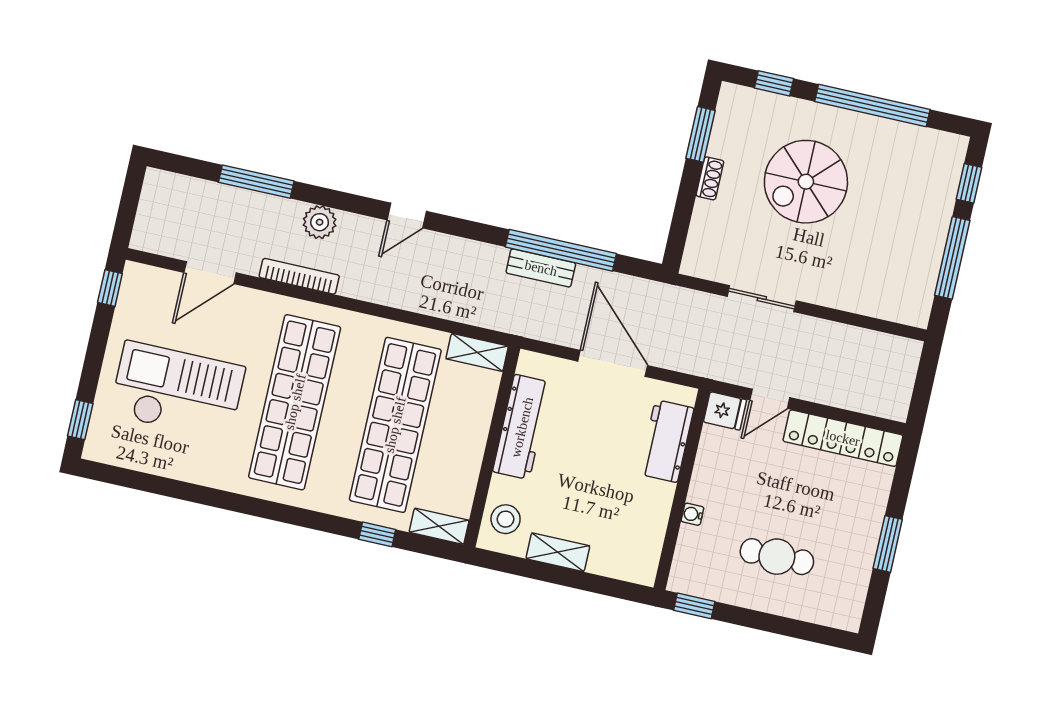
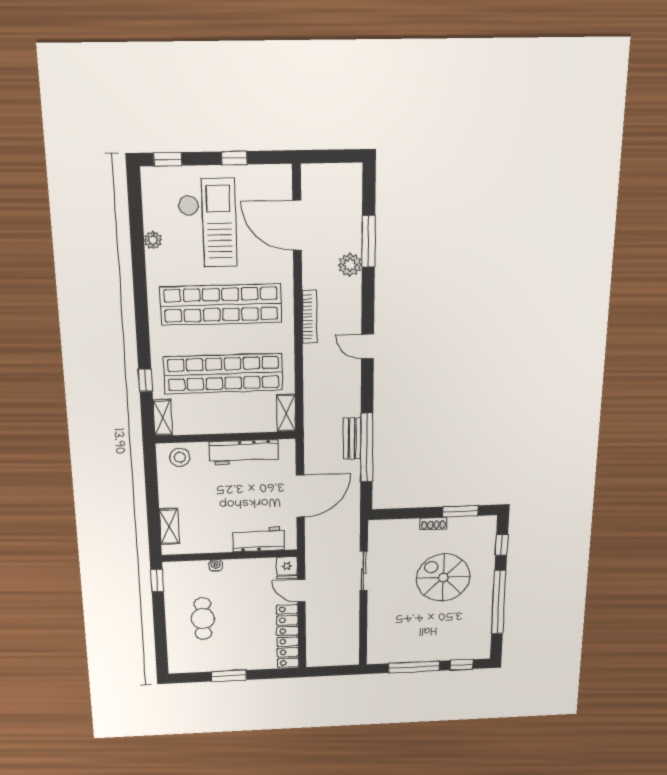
plant: (320, 222) -> (350, 265), moved
door: (210, 273) -> (297, 225), width x1.36
bookcase: (299, 276) -> (309, 317), moved
window: (110, 288) -> (234, 158), moved
plant: (183, 469) -> (153, 240), added
shelving: (558, 552) -> (169, 526), moved

